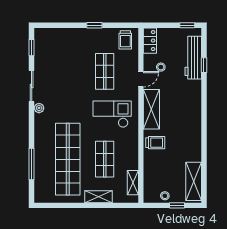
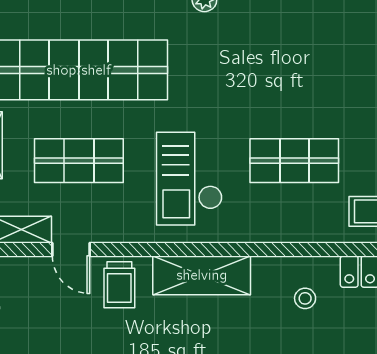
door: (141, 79) -> (71, 249), moved
checkout: (112, 114) -> (189, 179), turned 180

